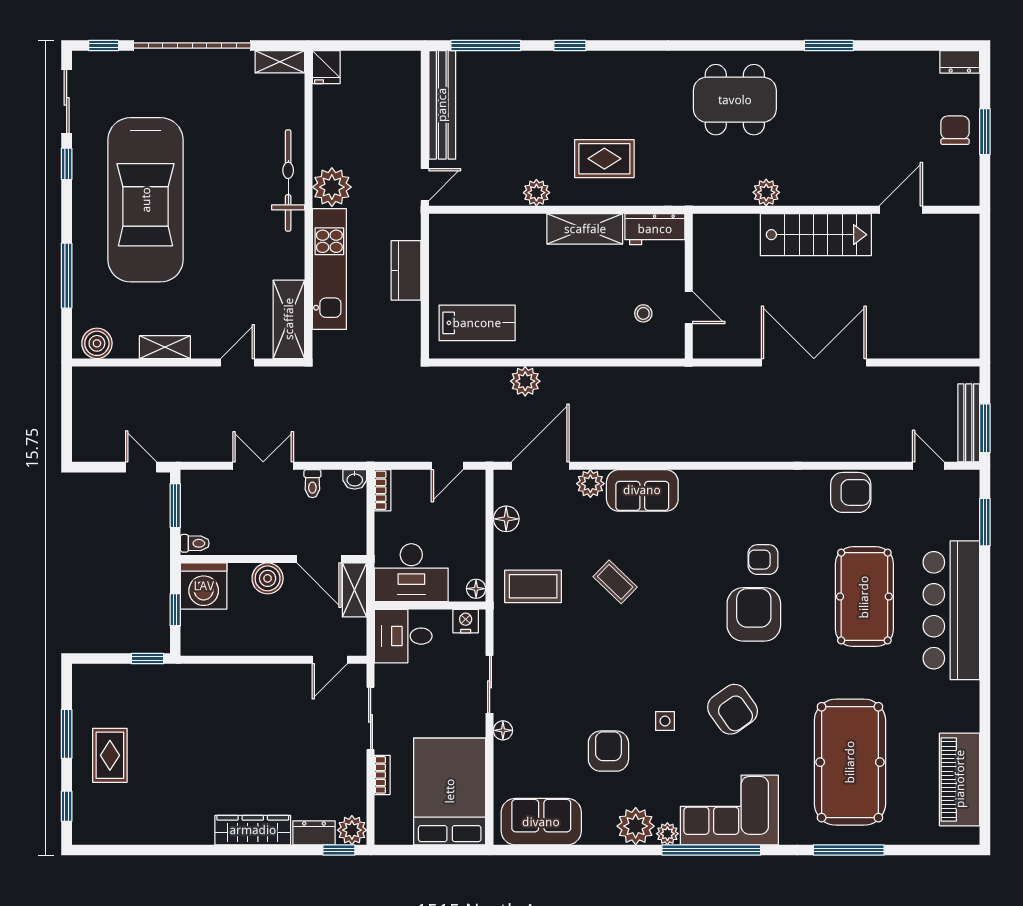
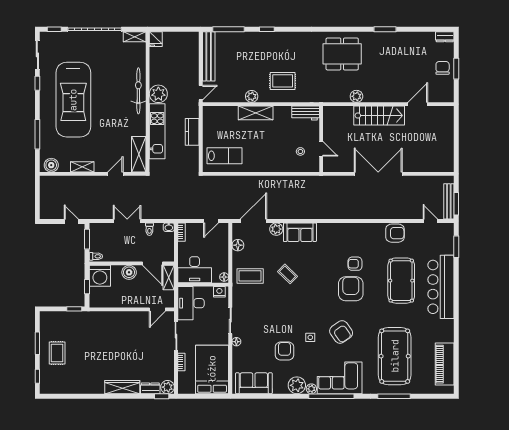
shelving: (585, 229) -> (256, 113), moved
plant: (525, 381) -> (247, 182), removed
desk: (403, 636) -> (191, 303), width x1.37

